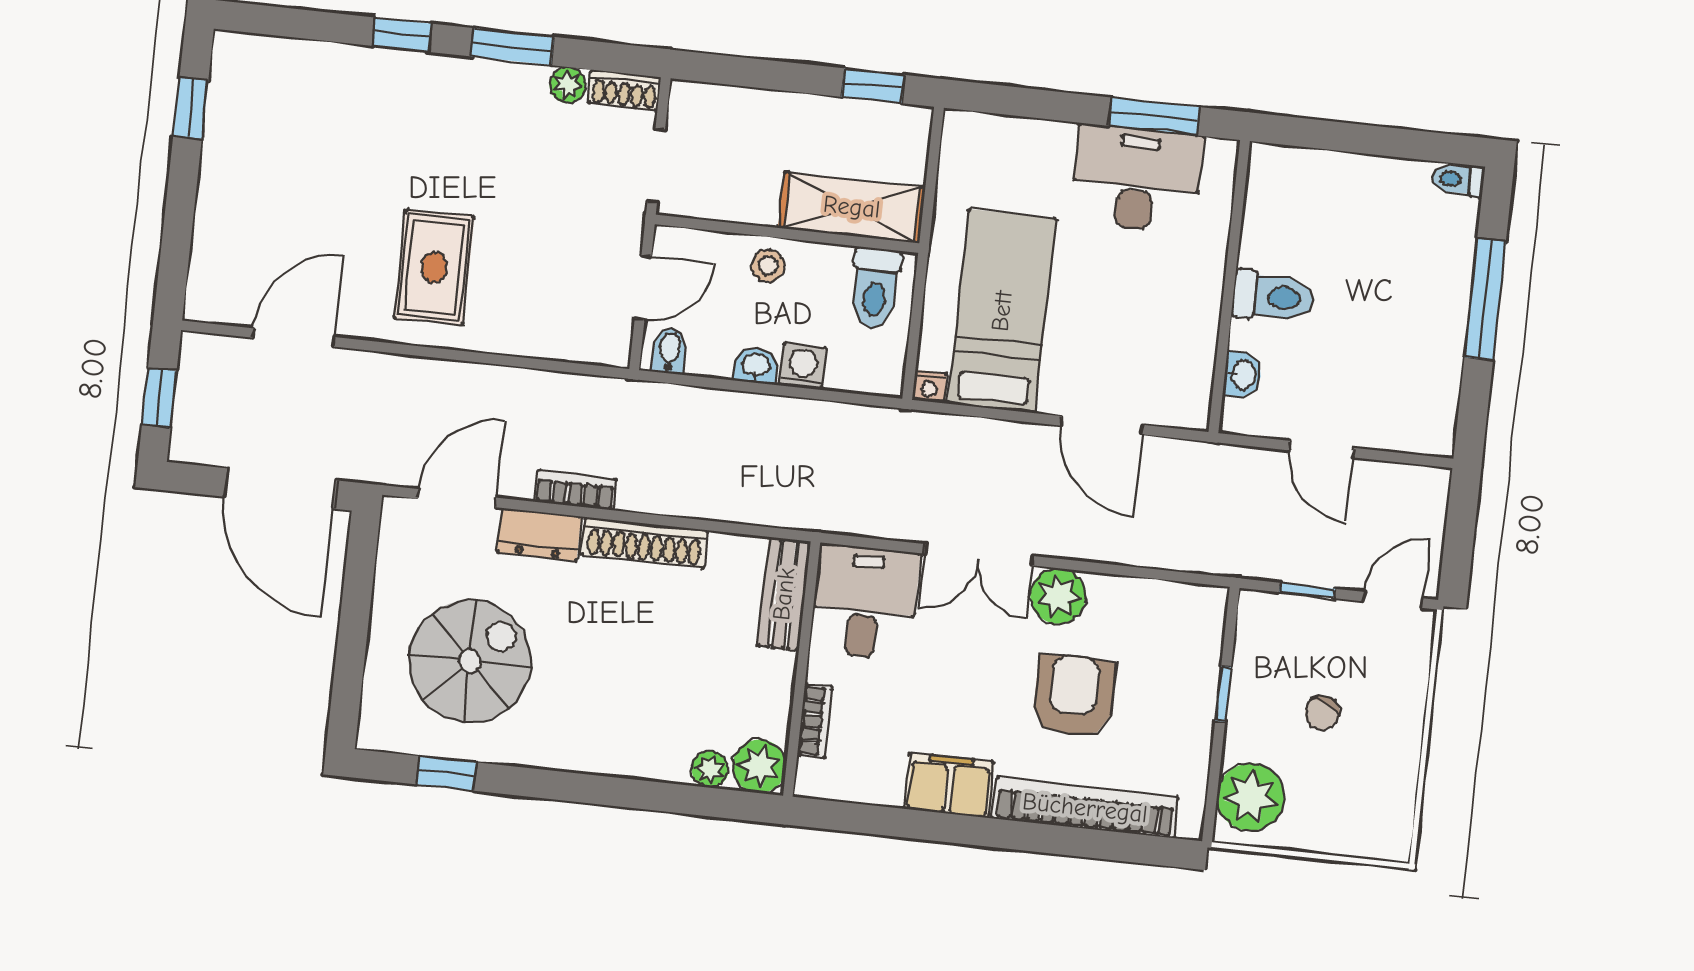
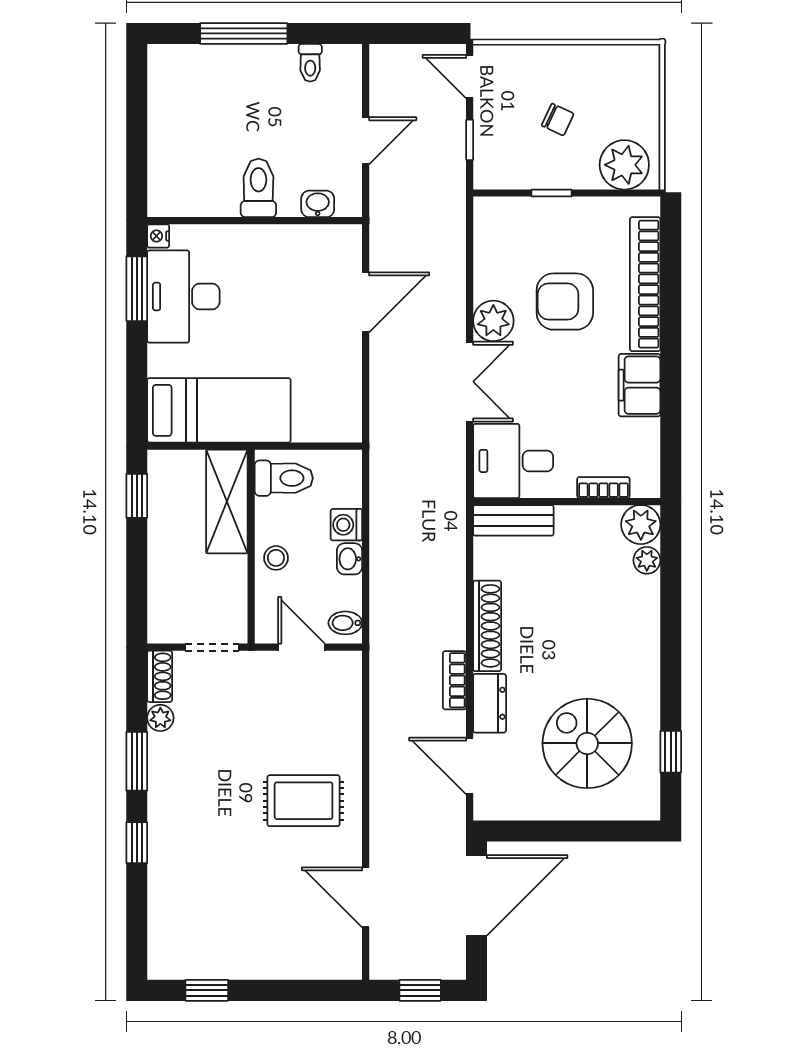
toilet: (1458, 180) -> (310, 63), moved
bed: (1002, 311) -> (219, 410), moved, turned 180
nightstand: (929, 387) -> (158, 236), moved, turned 180

